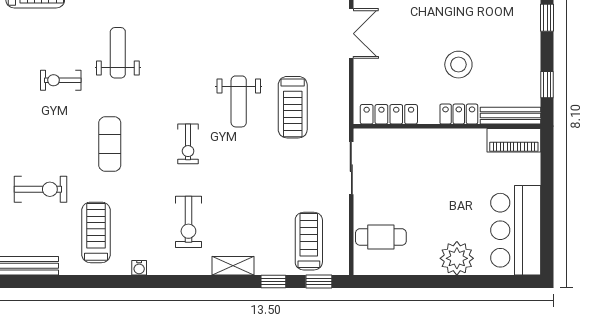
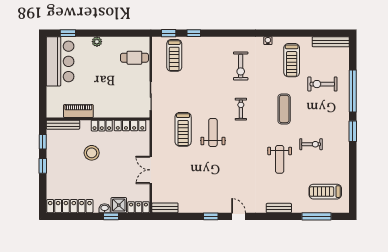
window: (547, 18) -> (43, 166), moved
treadmill: (293, 107) -> (183, 129), turned 180
locker: (459, 114) -> (102, 126), moved
piano: (514, 140) -> (78, 111), moved
exercise bike: (188, 222) -> (241, 66), turned 180
plant: (457, 258) -> (97, 42), width x0.53, depth x0.53
shelving: (233, 266) -> (216, 42), removed
window: (502, 281) -> (68, 33), added

